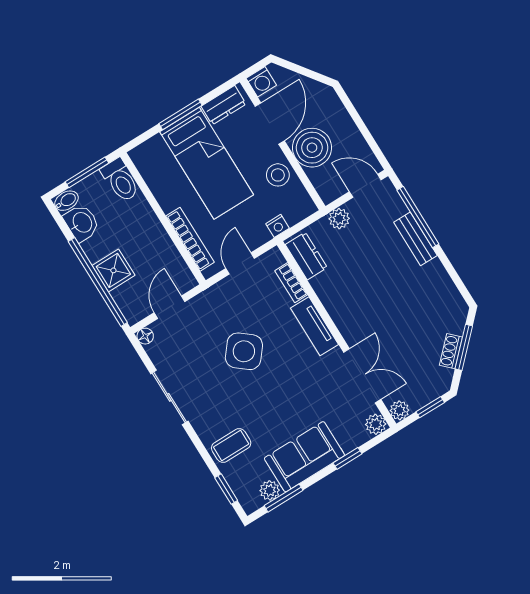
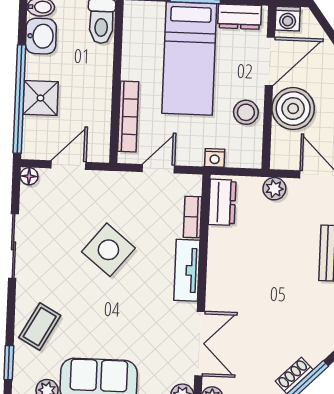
coffee table: (231, 446) -> (40, 327), turned -61

